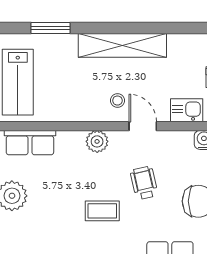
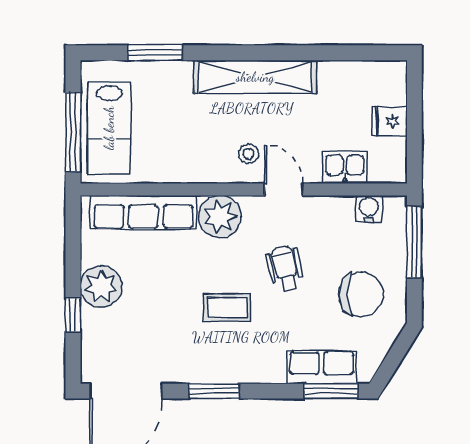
plant: (97, 141) -> (220, 217), width x1.36, depth x1.36
row of seats: (30, 143) -> (143, 213), width x1.48

